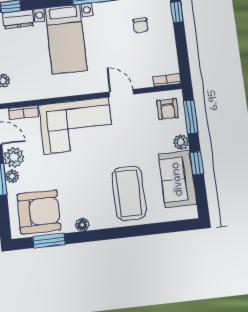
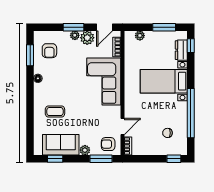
door: (121, 93) -> (122, 127), moved
window: (197, 163) -> (55, 159), moved
coffee table: (129, 193) -> (55, 112), width x0.54, depth x0.58
armchair: (39, 212) -> (49, 51), width x0.53, depth x0.53

